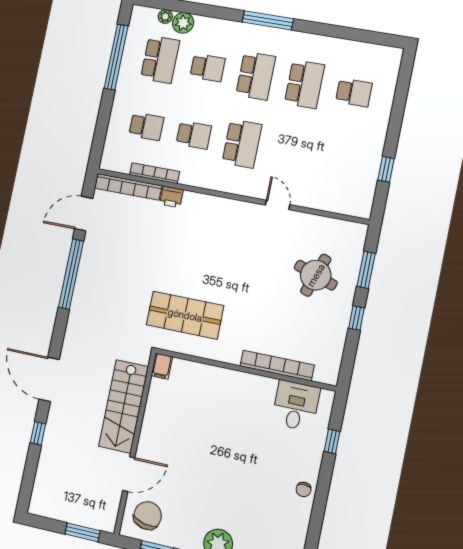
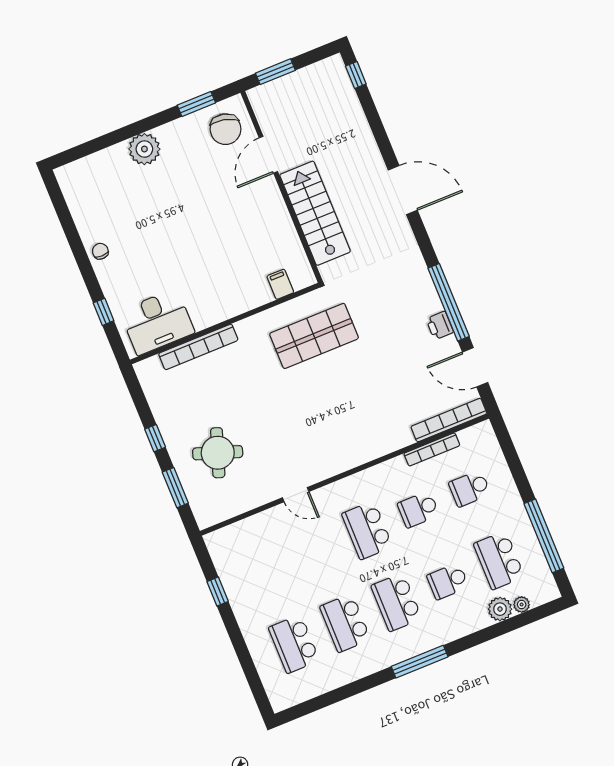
school desk: (354, 93) -> (294, 644), width x1.85
printer: (171, 197) -> (440, 325), moved, turned -90
door: (84, 214) -> (475, 367), swing flipped
filing cabinet: (162, 366) -> (280, 284), moved
desk: (296, 406) -> (157, 322), width x1.37
window: (38, 433) -> (356, 75), moved

